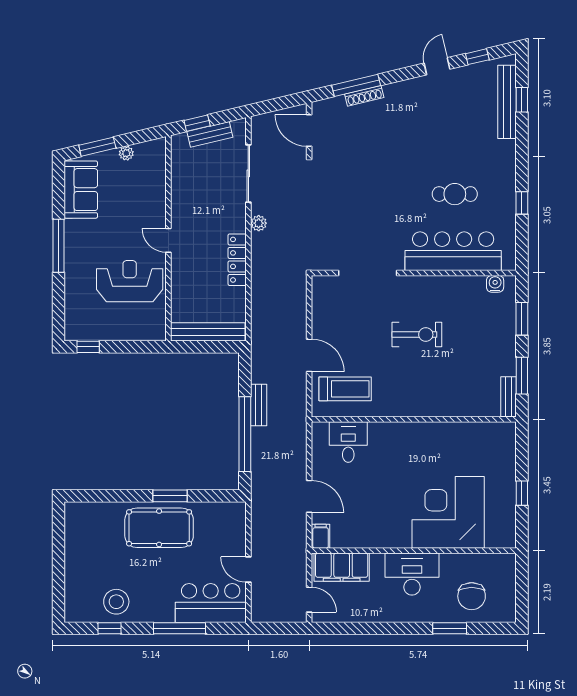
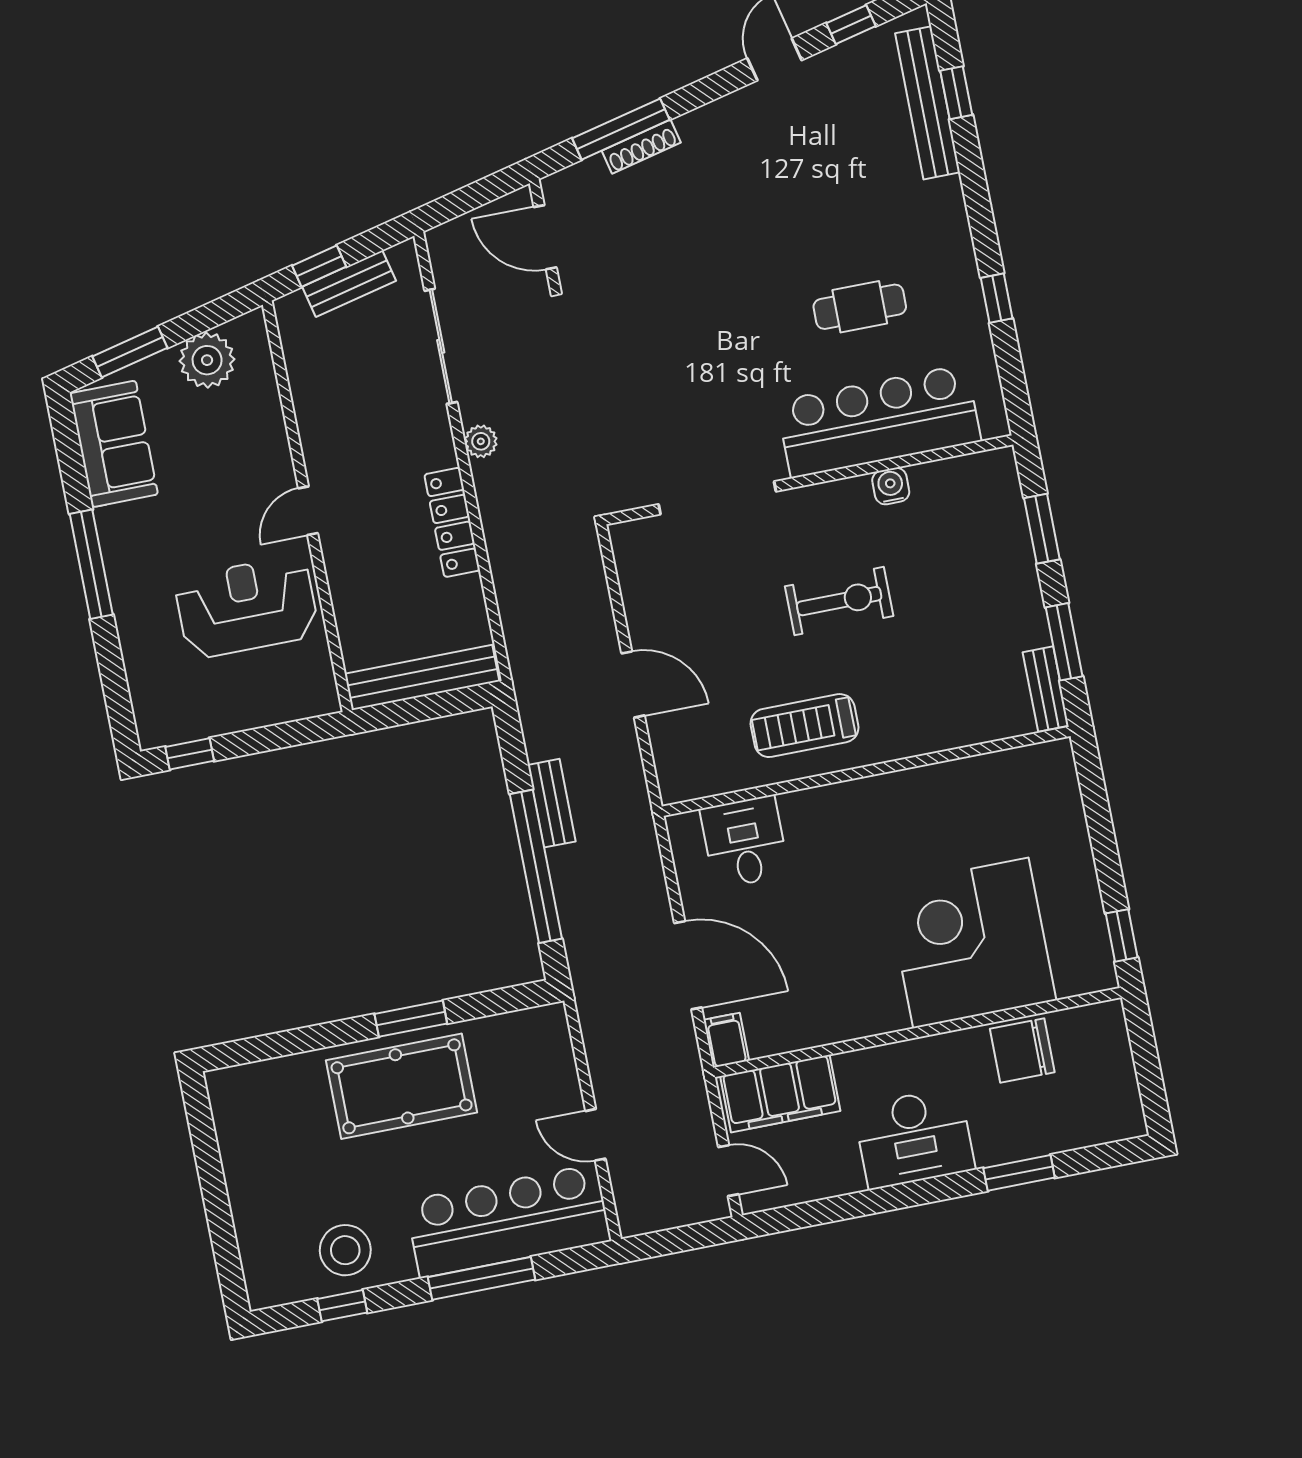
plant: (126, 153) -> (207, 360), width x1.87, depth x1.87
door: (168, 240) -> (308, 511), hinge flipped
water cooler: (495, 284) -> (891, 486), moved
treadmill: (345, 389) -> (805, 726), moved, turned 180
window: (522, 493) -> (1122, 935), moved
door: (309, 496) -> (688, 965), width x1.36
desk: (412, 574) -> (914, 1138), moved, turned 180
chair: (472, 596) -> (1022, 1051), moved, turned 90
bar counter: (211, 603) -> (508, 1221), width x1.36

